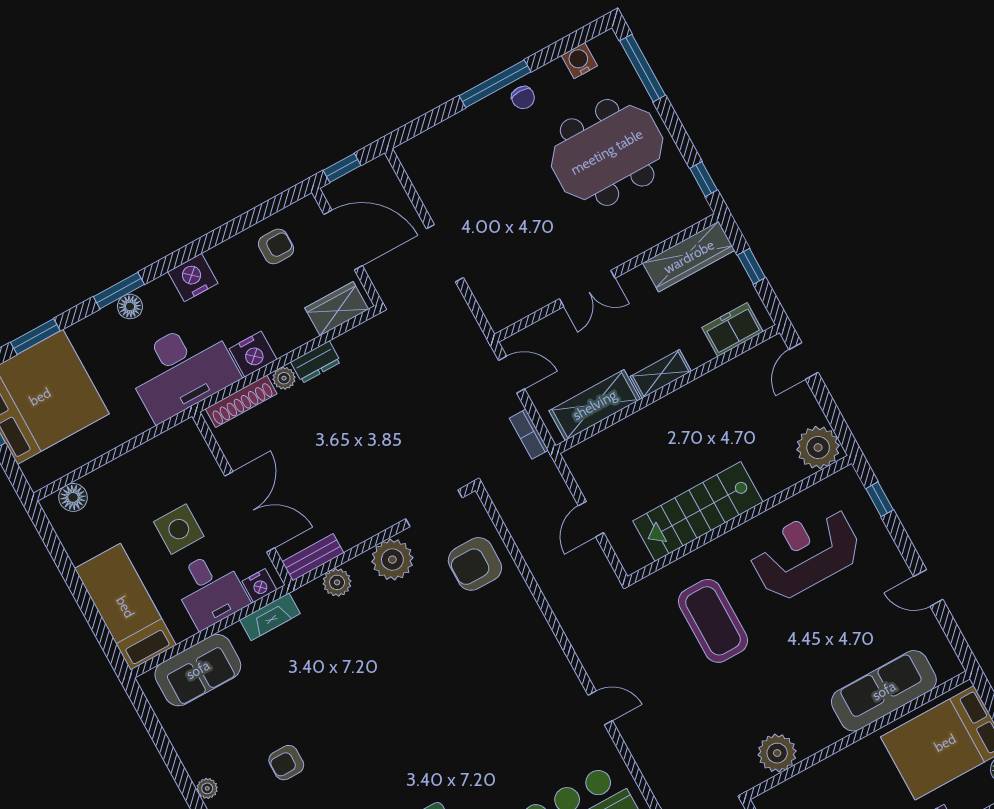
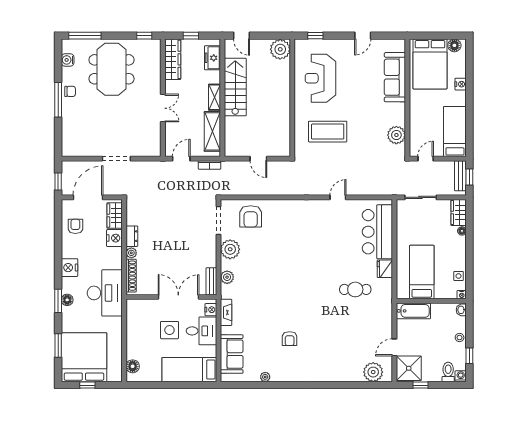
nightstand: (253, 354) -> (114, 238), moved
stairs: (698, 512) -> (235, 87), moved, turned 180
plant: (207, 788) -> (265, 377), moved

